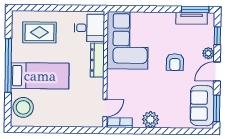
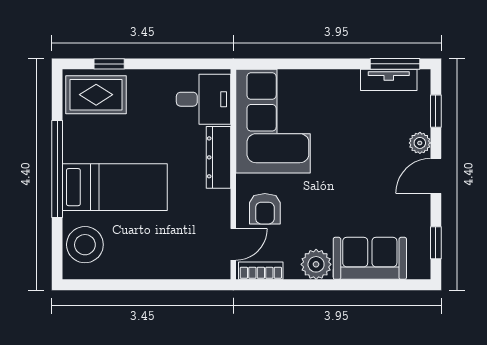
window: (38, 8) -> (109, 64), added
rug: (39, 32) -> (96, 95), moved
armchair: (175, 62) -> (265, 209), moved
sofa: (202, 106) -> (370, 258), moved, turned 90
window: (217, 108) -> (436, 243), width x0.67

